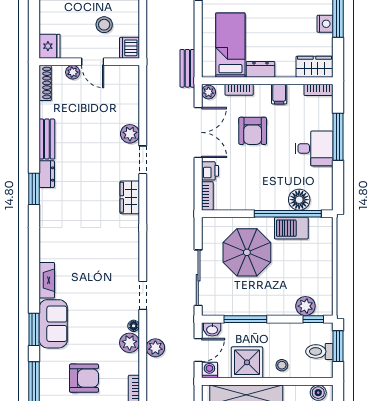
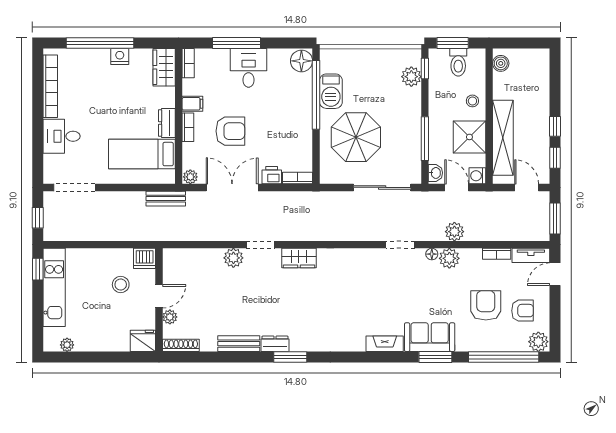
bookcase: (239, 90) -> (188, 127), moved
floor lamp: (299, 200) -> (301, 61), moved

